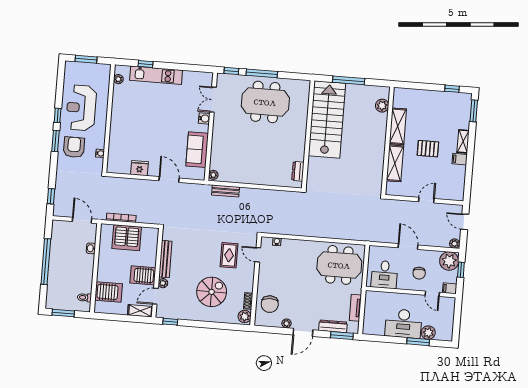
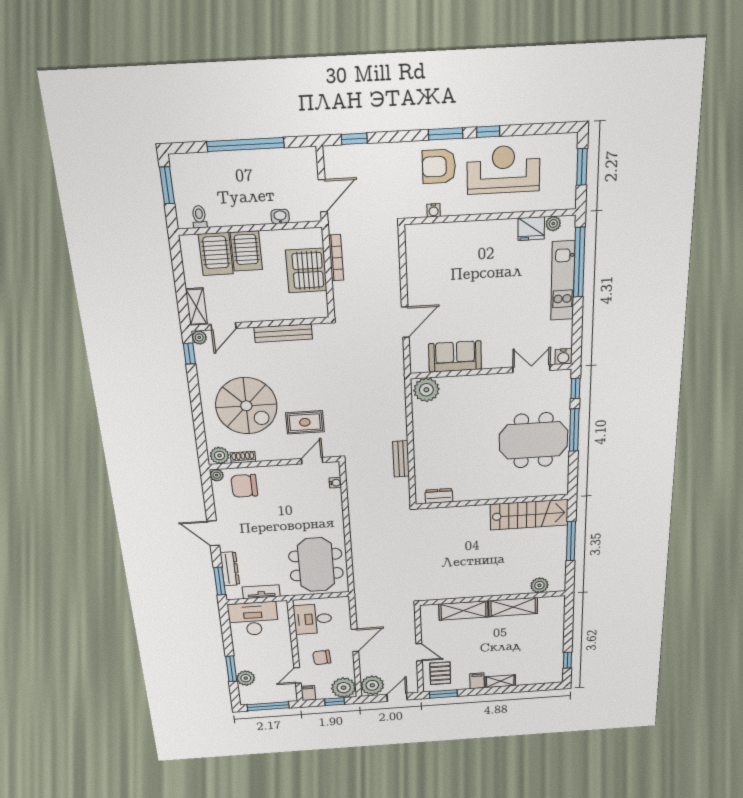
window: (145, 64) -> (579, 262), width x3.17
meeting table: (265, 102) -> (533, 440), turned 90
window: (474, 111) -> (443, 694), moved
water cooler: (204, 118) -> (563, 357), moved
stairs: (327, 119) -> (529, 515), width x0.73, depth x0.66
armchair: (74, 147) -> (439, 166), turned 180
pallet: (428, 149) -> (440, 673), moved
fridge: (140, 168) -> (531, 229), moved, turned 90
plant: (213, 175) -> (426, 390), width x1.88, depth x1.88
bench: (226, 191) -> (401, 459), moved
plant: (454, 244) -> (372, 685), width x1.88, depth x1.88
server rack: (143, 275) -> (246, 251), moved, turned 180
plant: (163, 283) -> (199, 337), moved
spiral stairs: (212, 292) -> (246, 406), width x1.37, depth x1.37
door: (155, 296) -> (224, 326), swing flipped
window: (457, 321) -> (268, 706), added
plant: (287, 323) -> (217, 475), moved
desk: (403, 323) -> (253, 619), moved, turned 90

